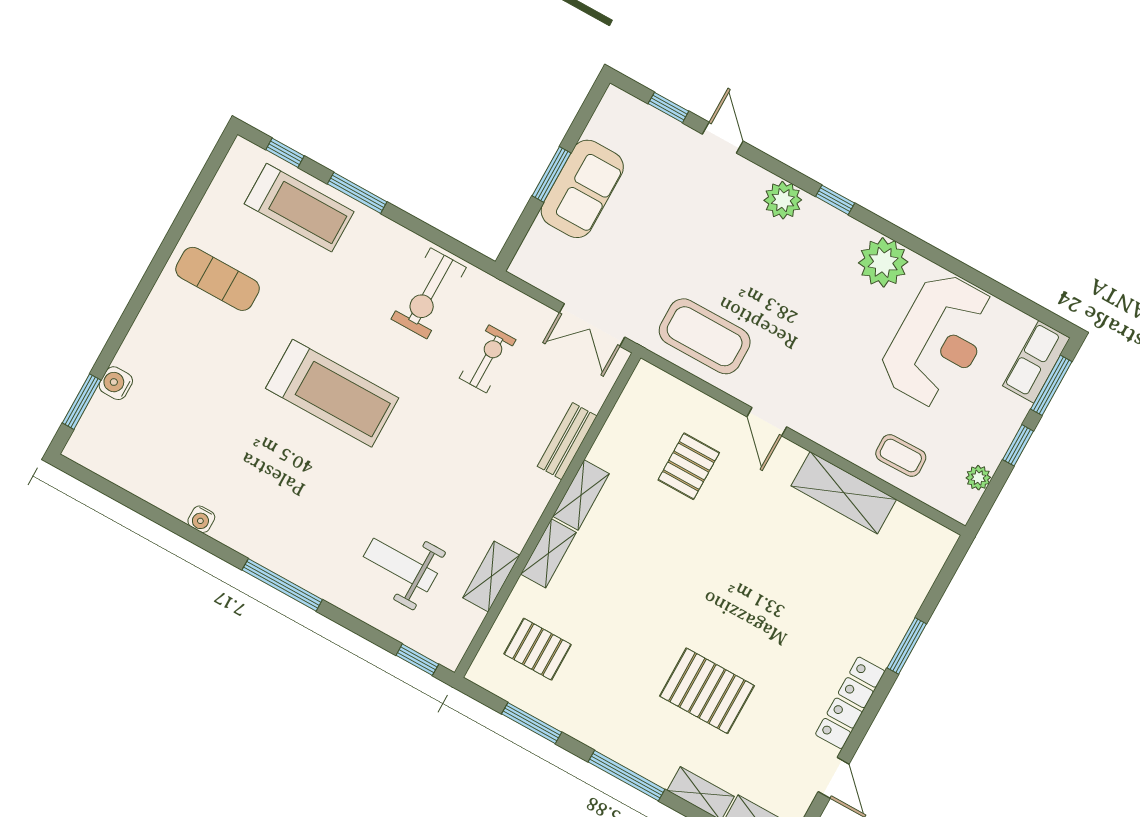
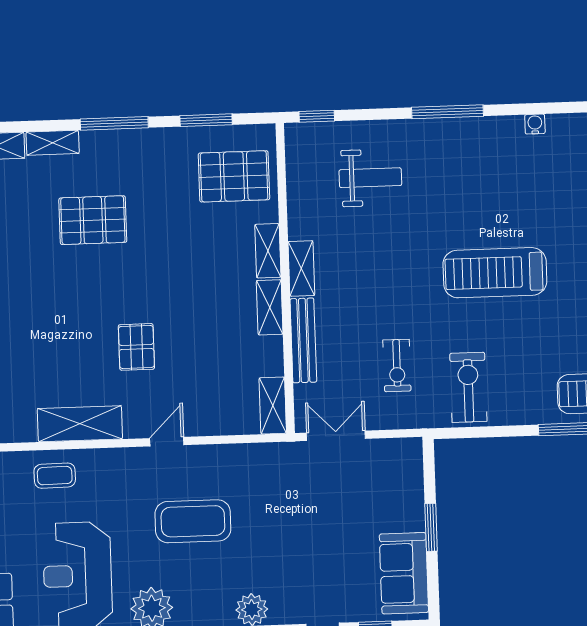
sofa: (582, 189) -> (404, 573), moved
coffee table: (705, 336) -> (193, 521), moved
shelving: (638, 394) -> (273, 406), added
door: (767, 422) -> (167, 442), hinge flipped
bench: (567, 441) -> (303, 340), width x1.36
pallet: (689, 466) -> (136, 347), moved
shelving: (491, 576) -> (301, 268), moved
pallet: (538, 649) -> (234, 176), width x1.50, depth x1.42

